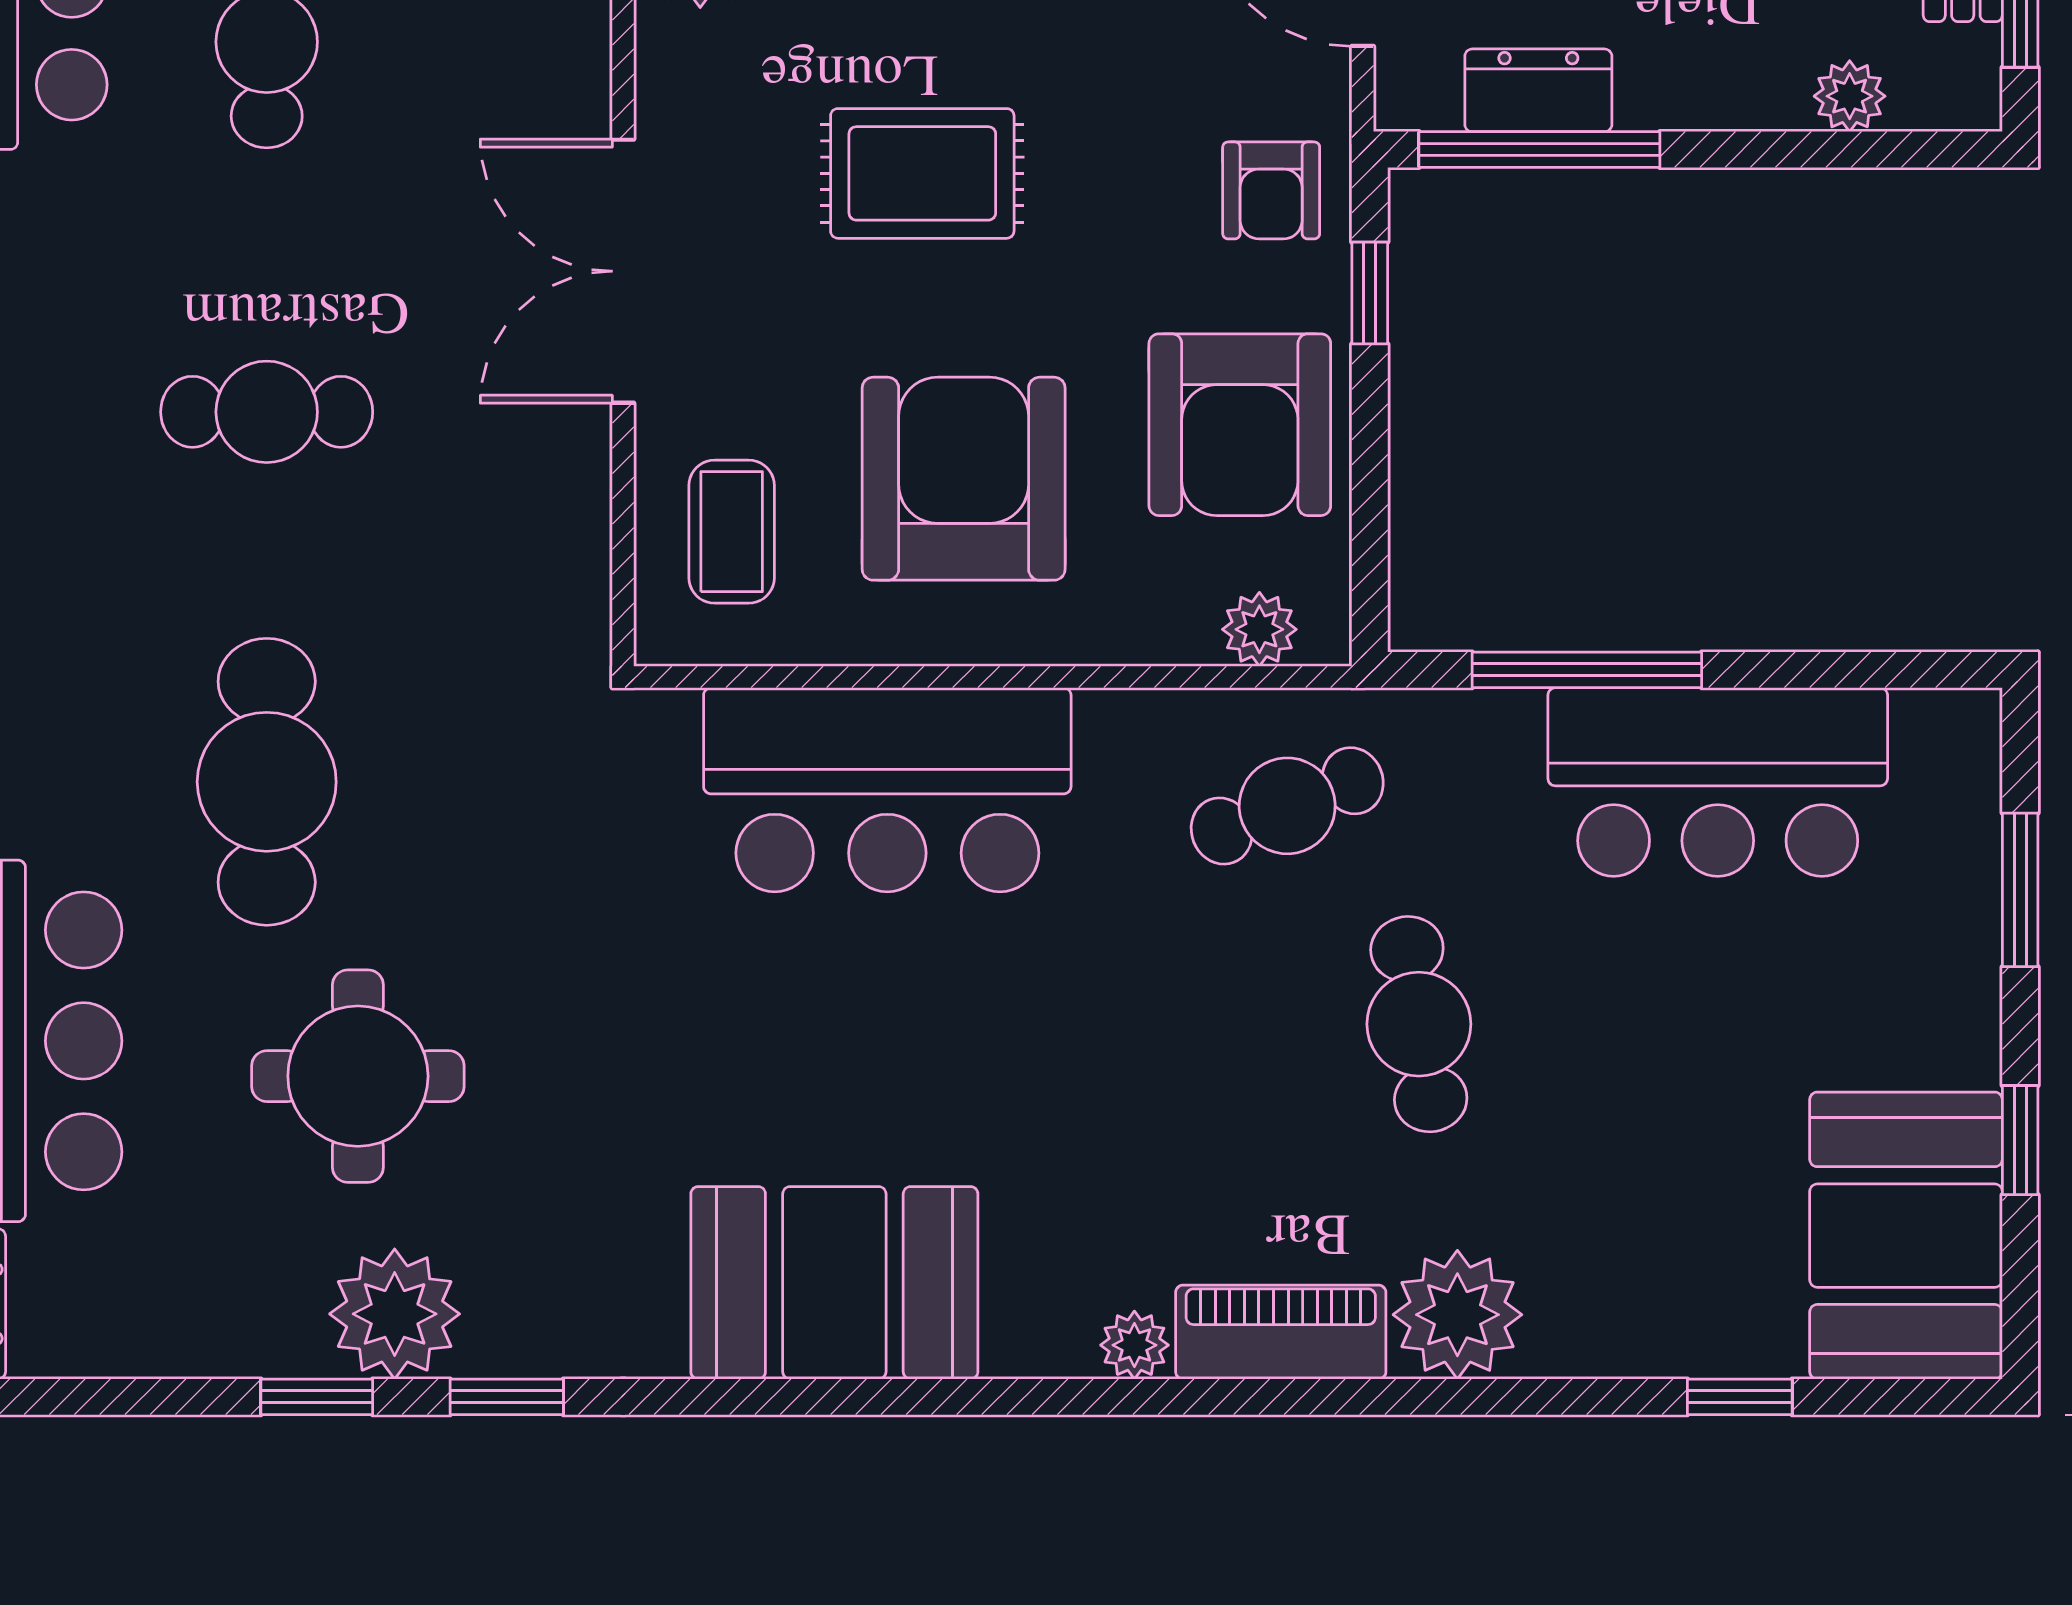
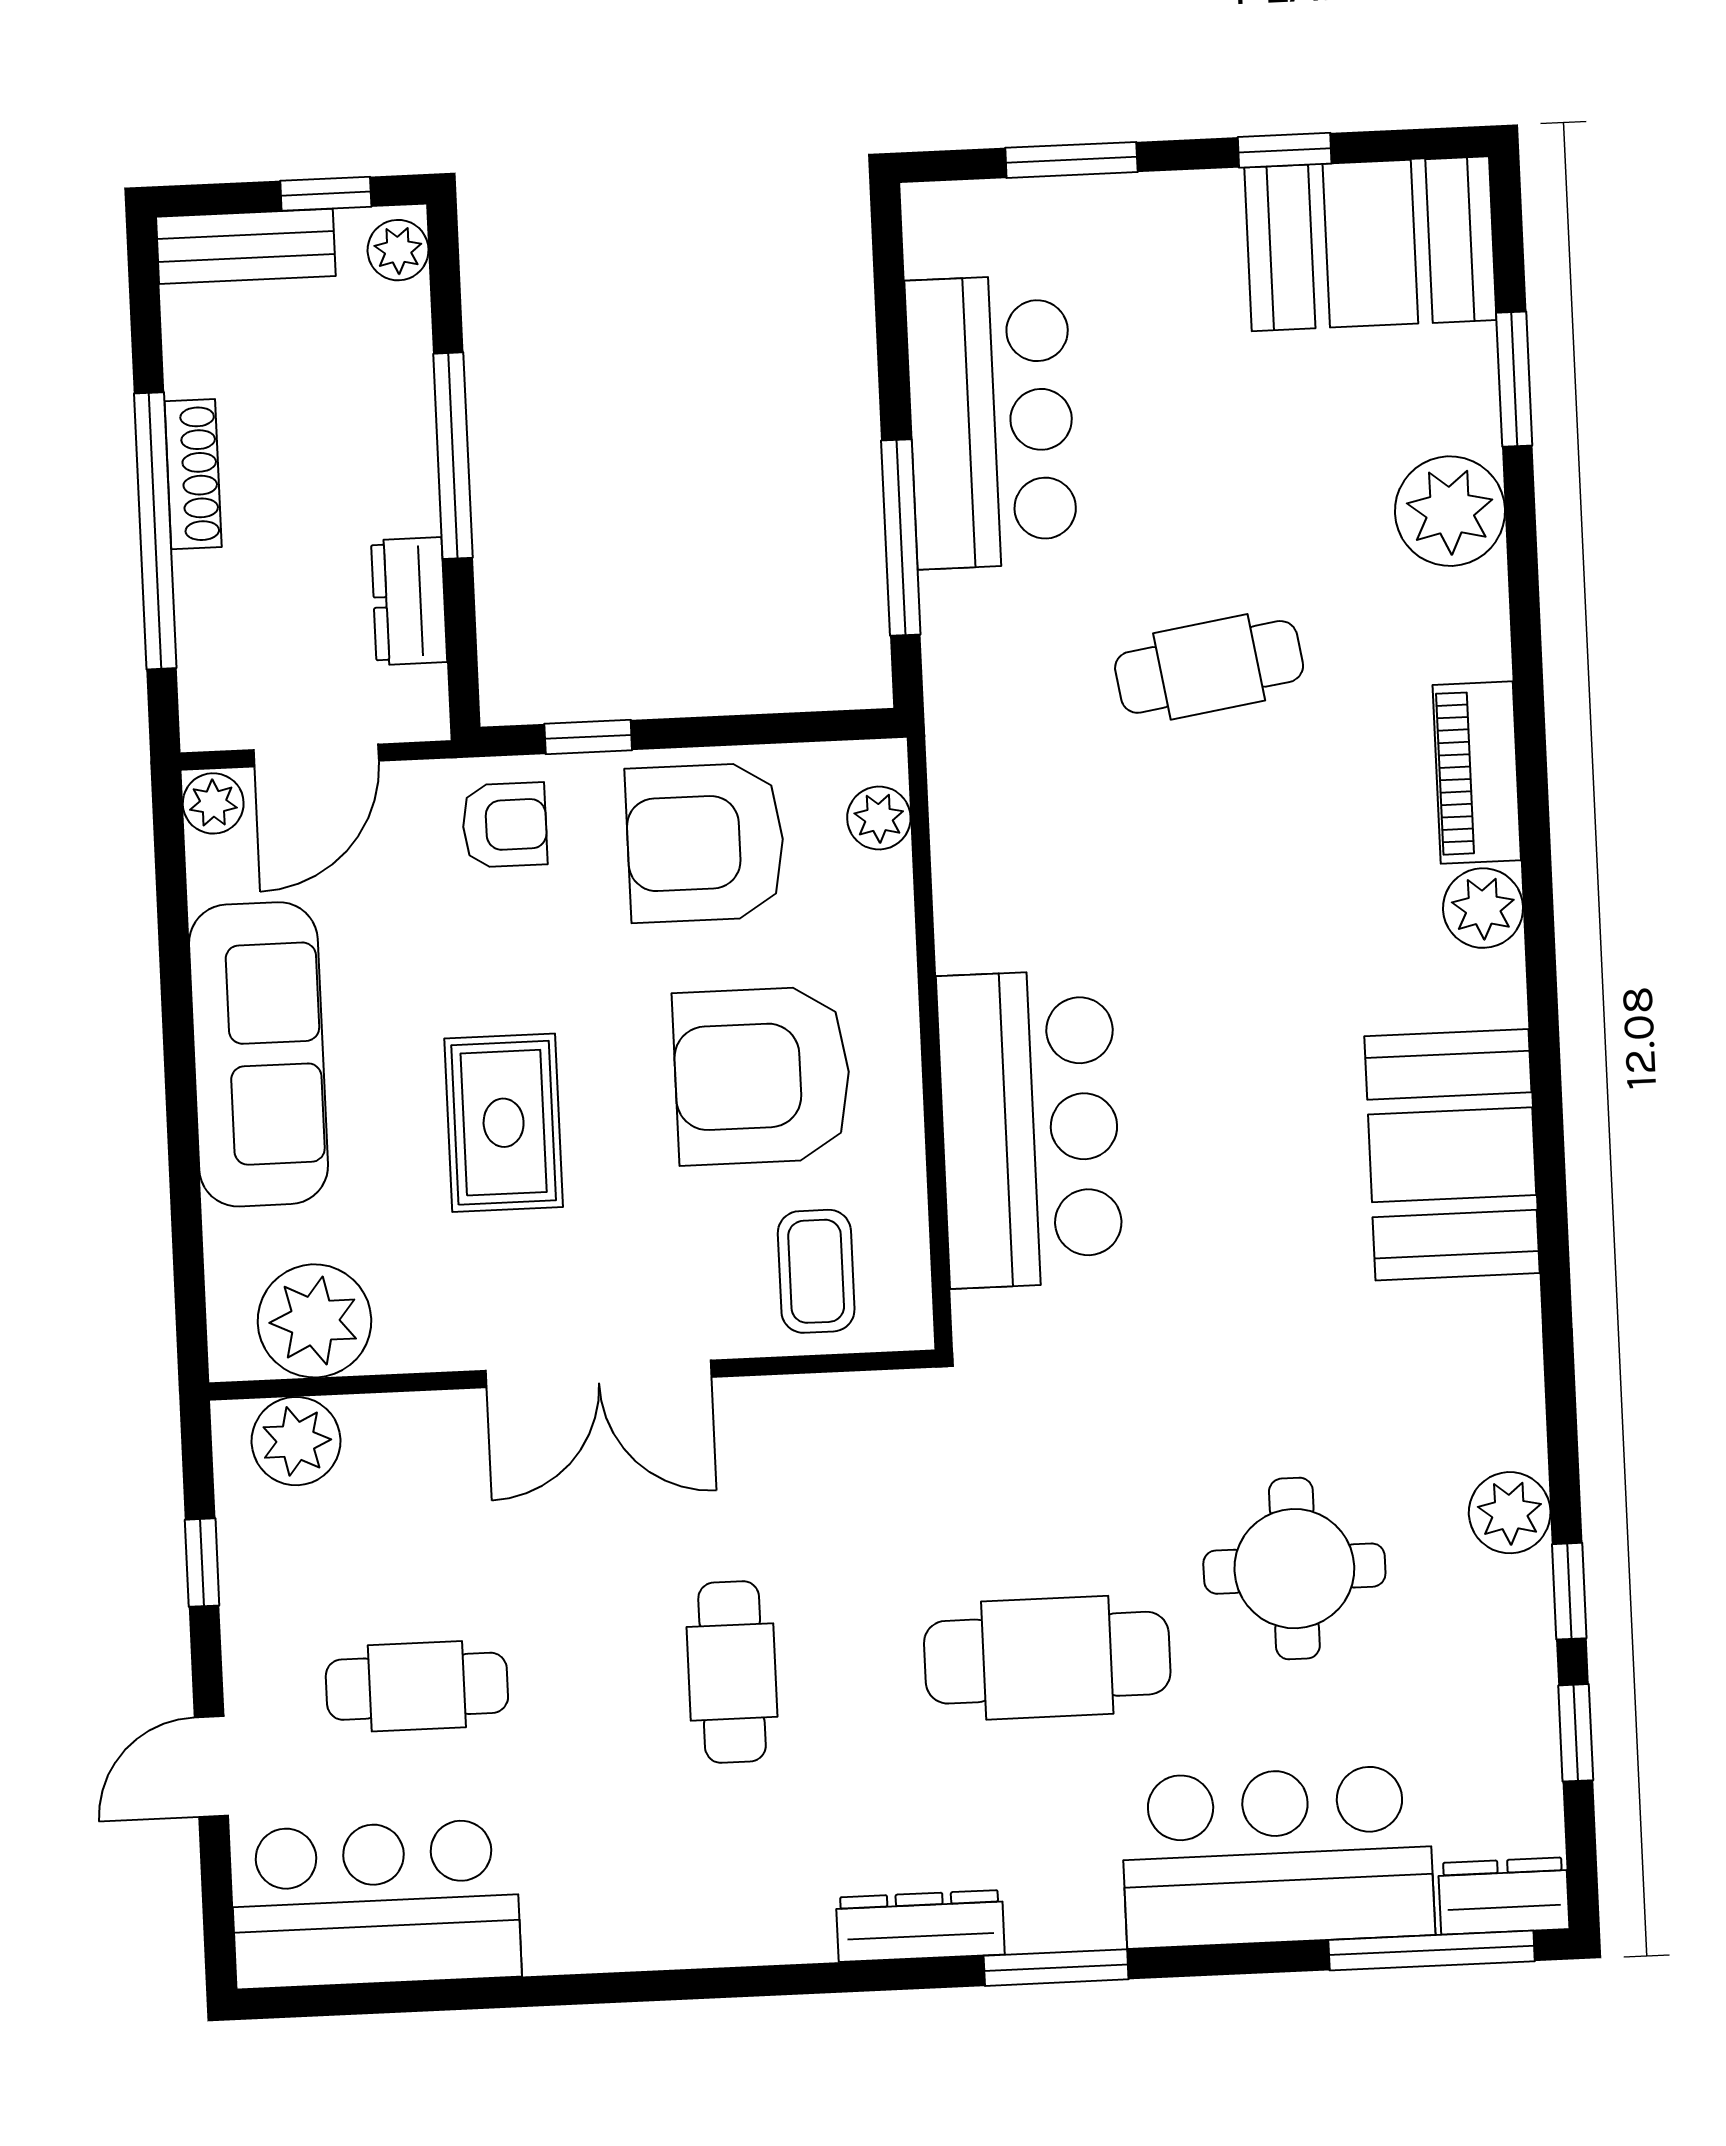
plant: (1850, 96) -> (398, 250), moved
window: (1539, 150) -> (453, 456), moved
armchair: (1240, 425) -> (705, 843), turned 180
coffee table: (732, 532) -> (816, 1271), turned 90
cafe table: (1287, 806) -> (1028, 787), removed
plant: (395, 1314) -> (1510, 1513), width x0.73, depth x0.73
plant: (1457, 1315) -> (1450, 511), moved
plant: (1134, 1345) -> (1483, 908), width x1.38, depth x1.38
window: (507, 1397) -> (1576, 1733), moved
window: (1740, 1397) -> (1514, 379), width x1.50

